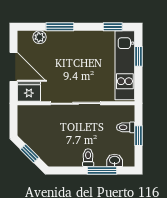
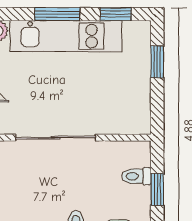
window: (60, 27) -> (57, 14), moved
kitchen unit: (125, 65) -> (66, 36), moved, turned -90

